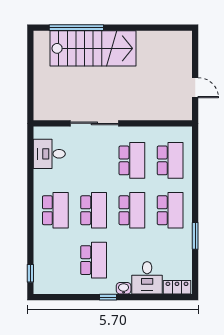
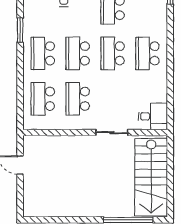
stairs: (93, 48) -> (151, 177), moved, turned -90
sliding door: (94, 123) -> (112, 133), width x0.73
desk: (49, 154) -> (153, 116), moved

